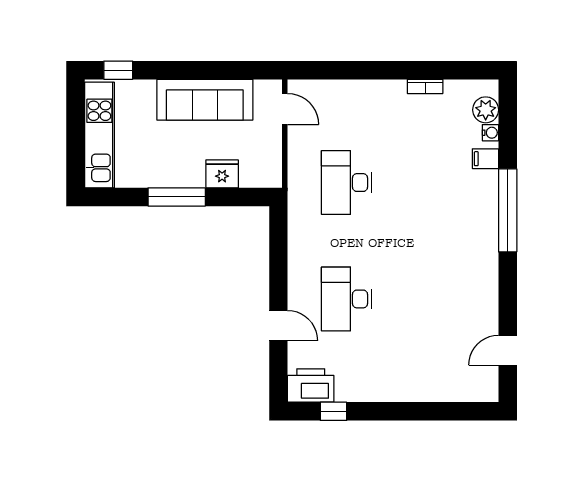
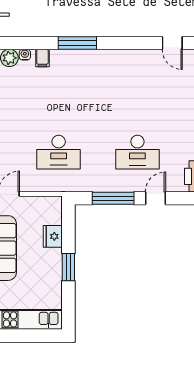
window: (177, 197) -> (68, 267), width x0.69
window: (508, 210) -> (77, 43), width x0.68
window: (278, 263) -> (113, 198), added

